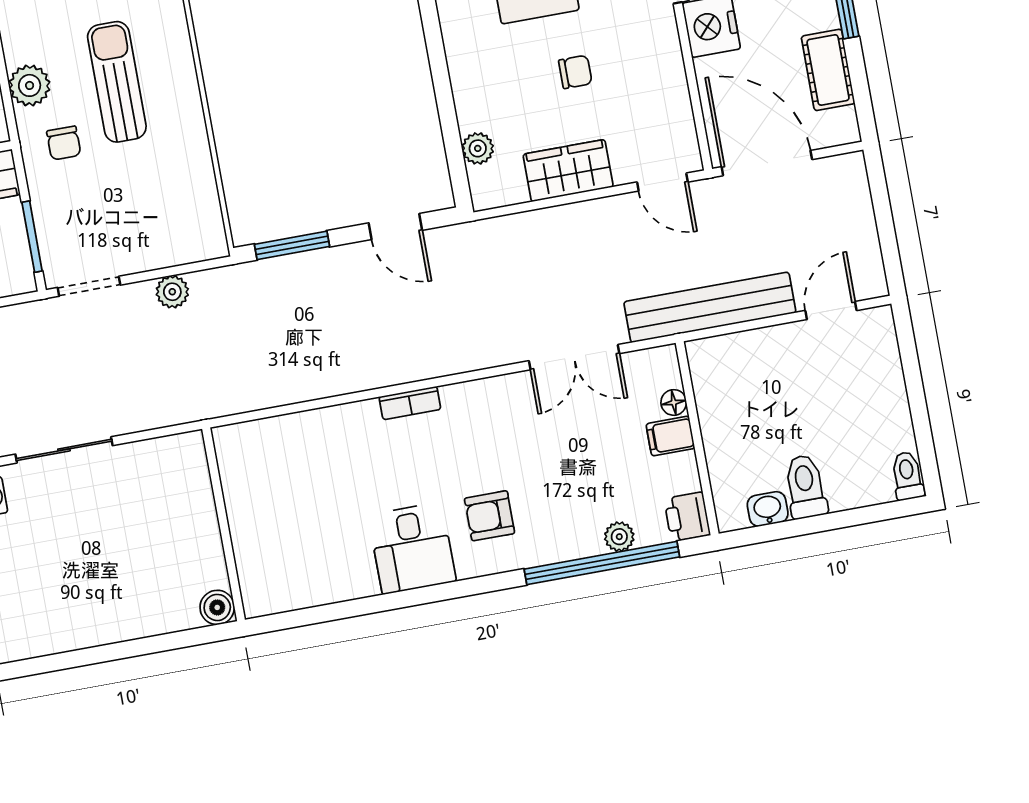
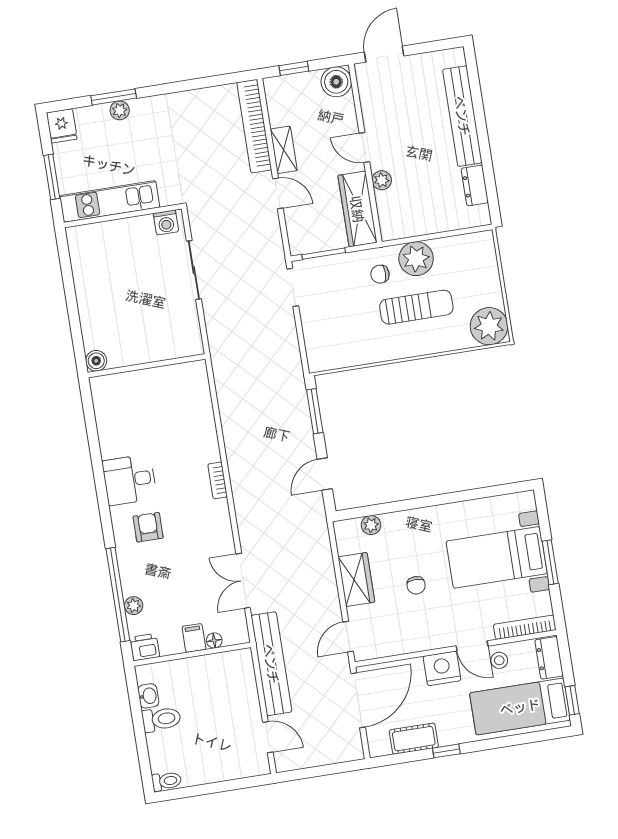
plant: (30, 85) -> (416, 259), width x1.36, depth x1.36
plant: (172, 292) -> (288, 338), removed

